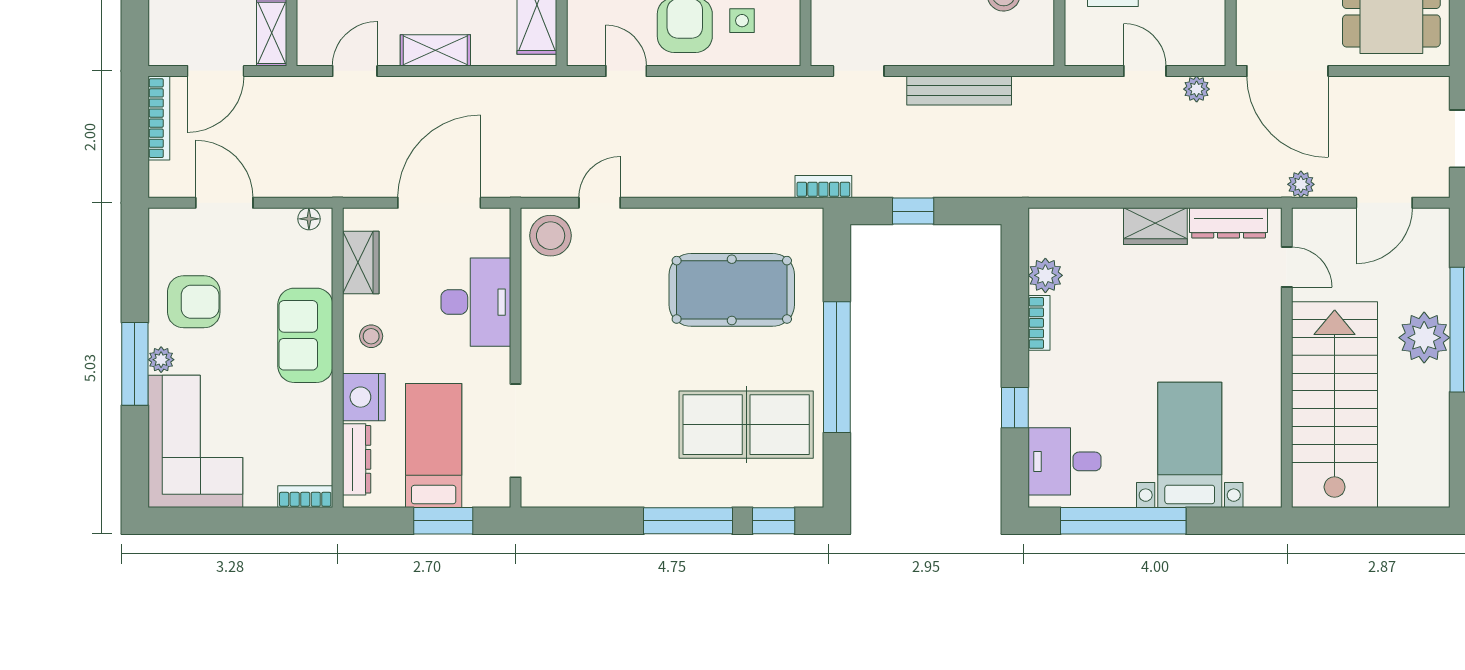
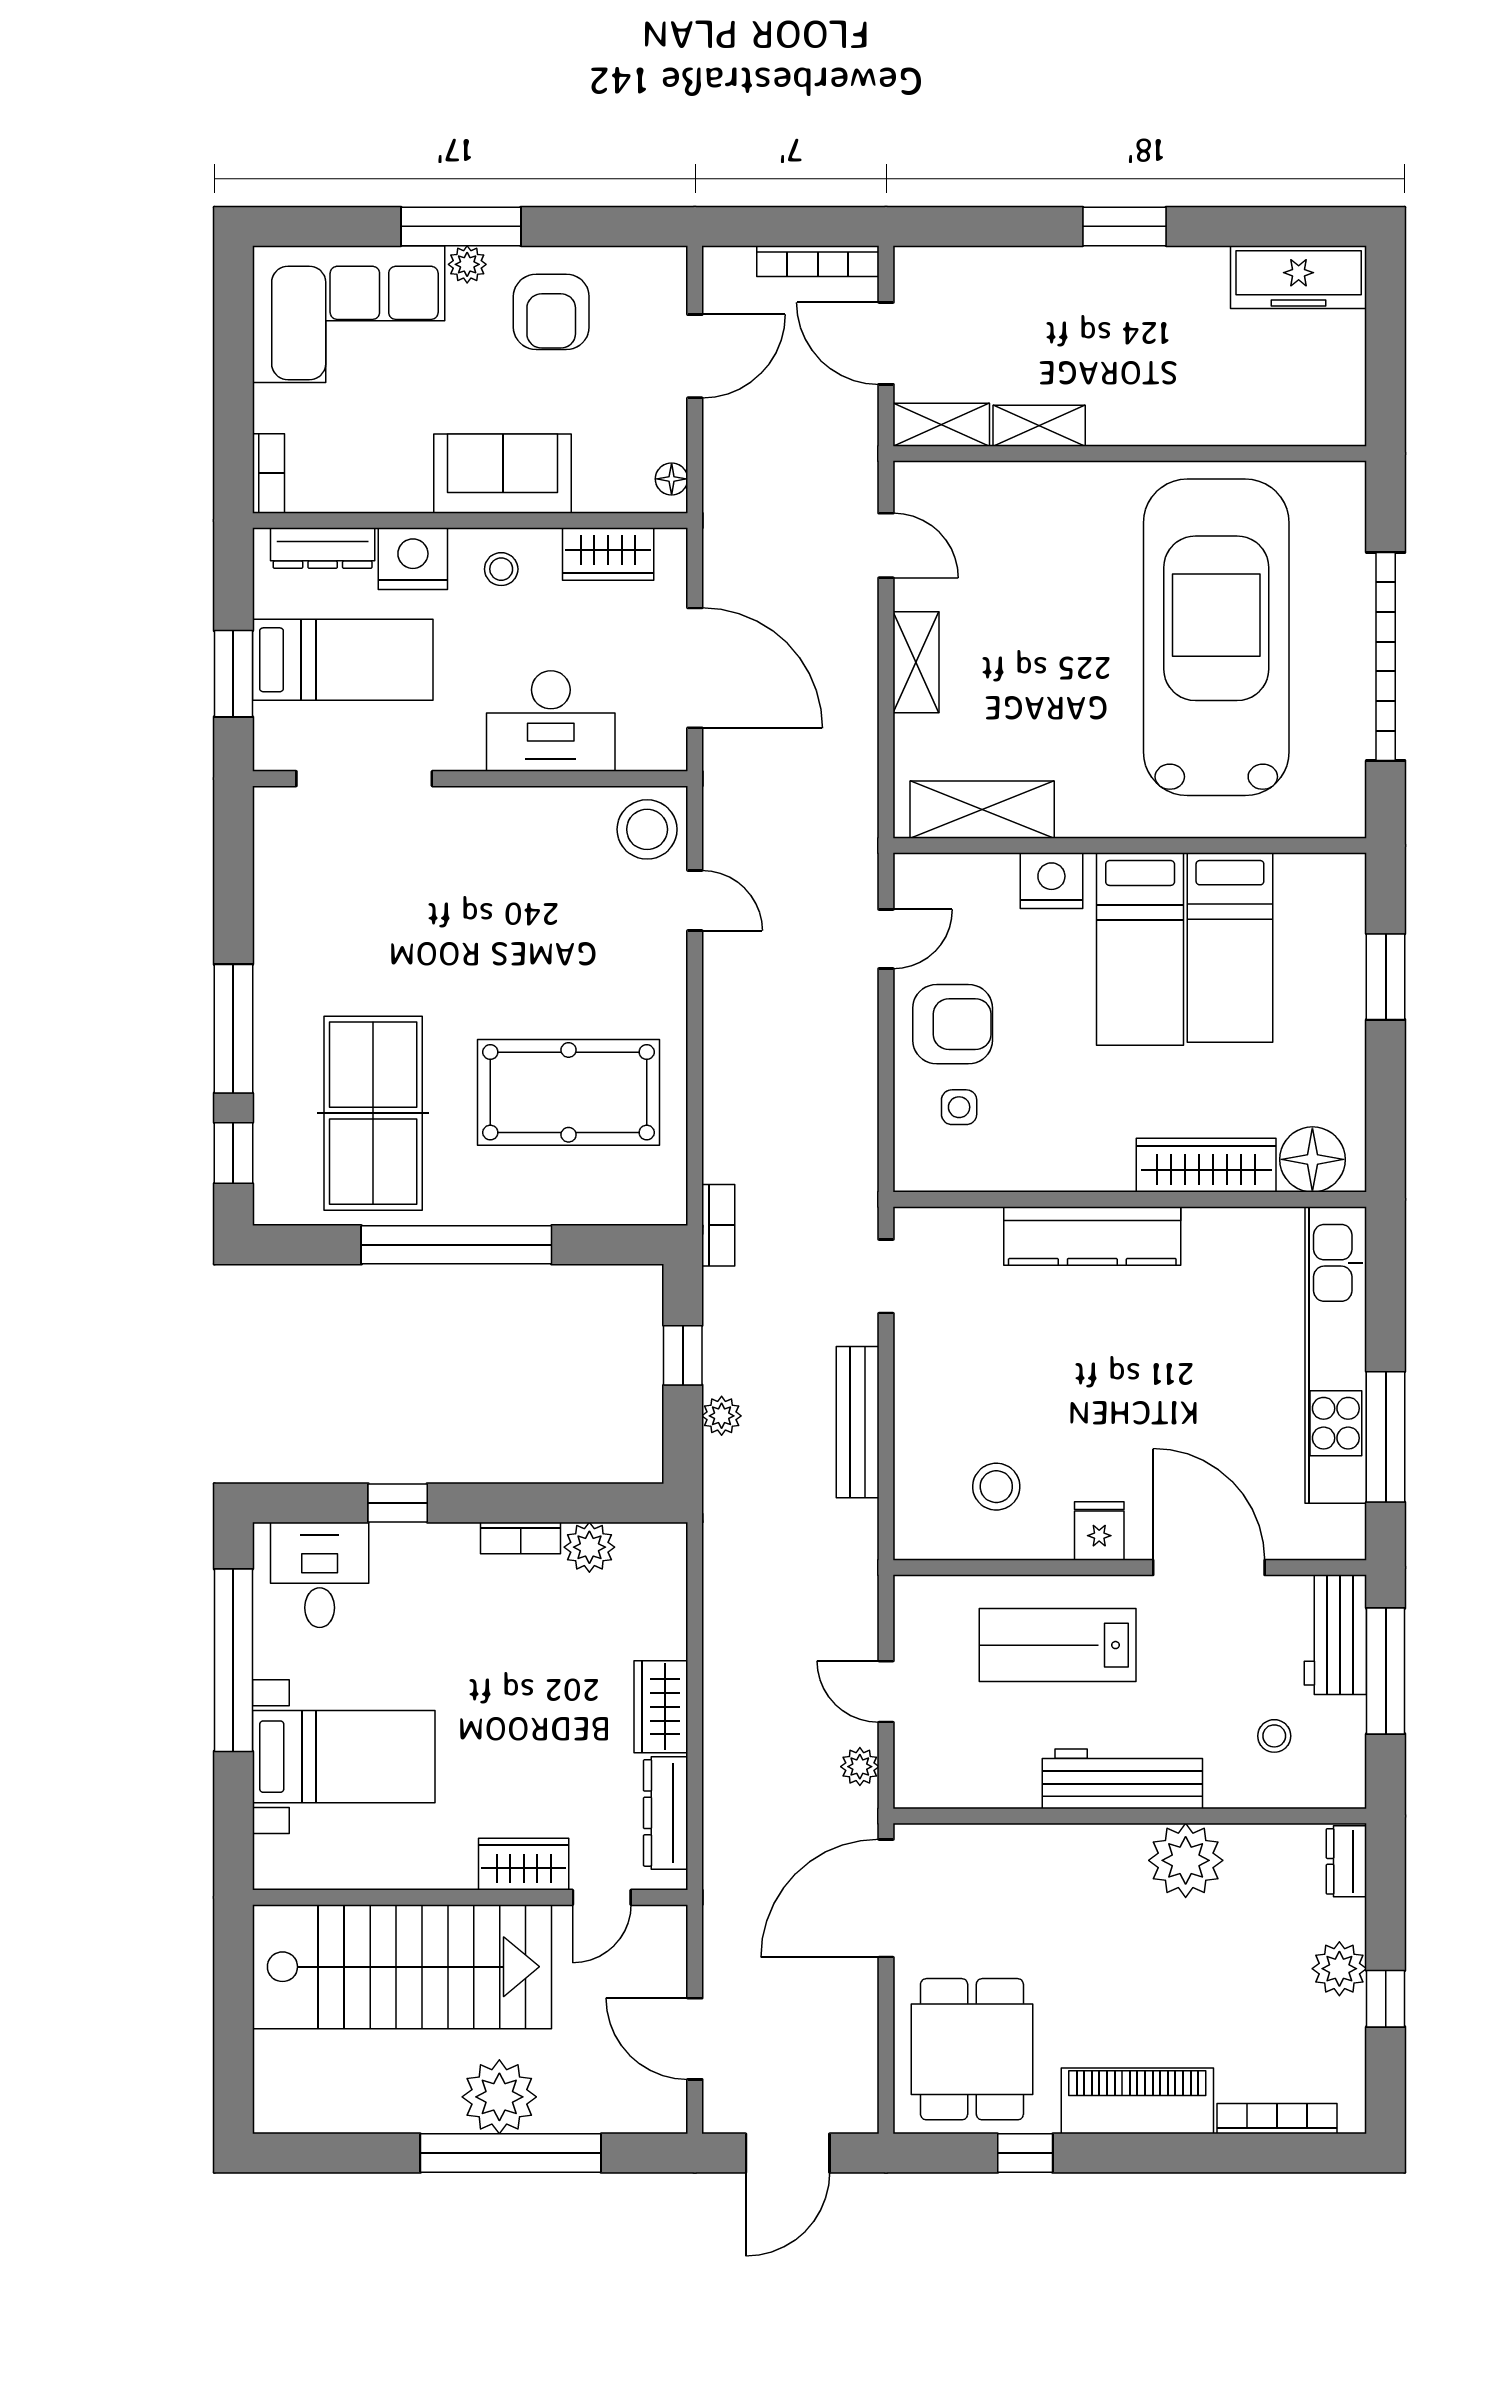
door: (1145, 71) -> (886, 1692), swing flipped
plant: (1301, 184) -> (722, 1416), moved
pool table: (732, 290) -> (569, 1092), turned 90
wardrobe: (1264, 321) -> (524, 1864), added

